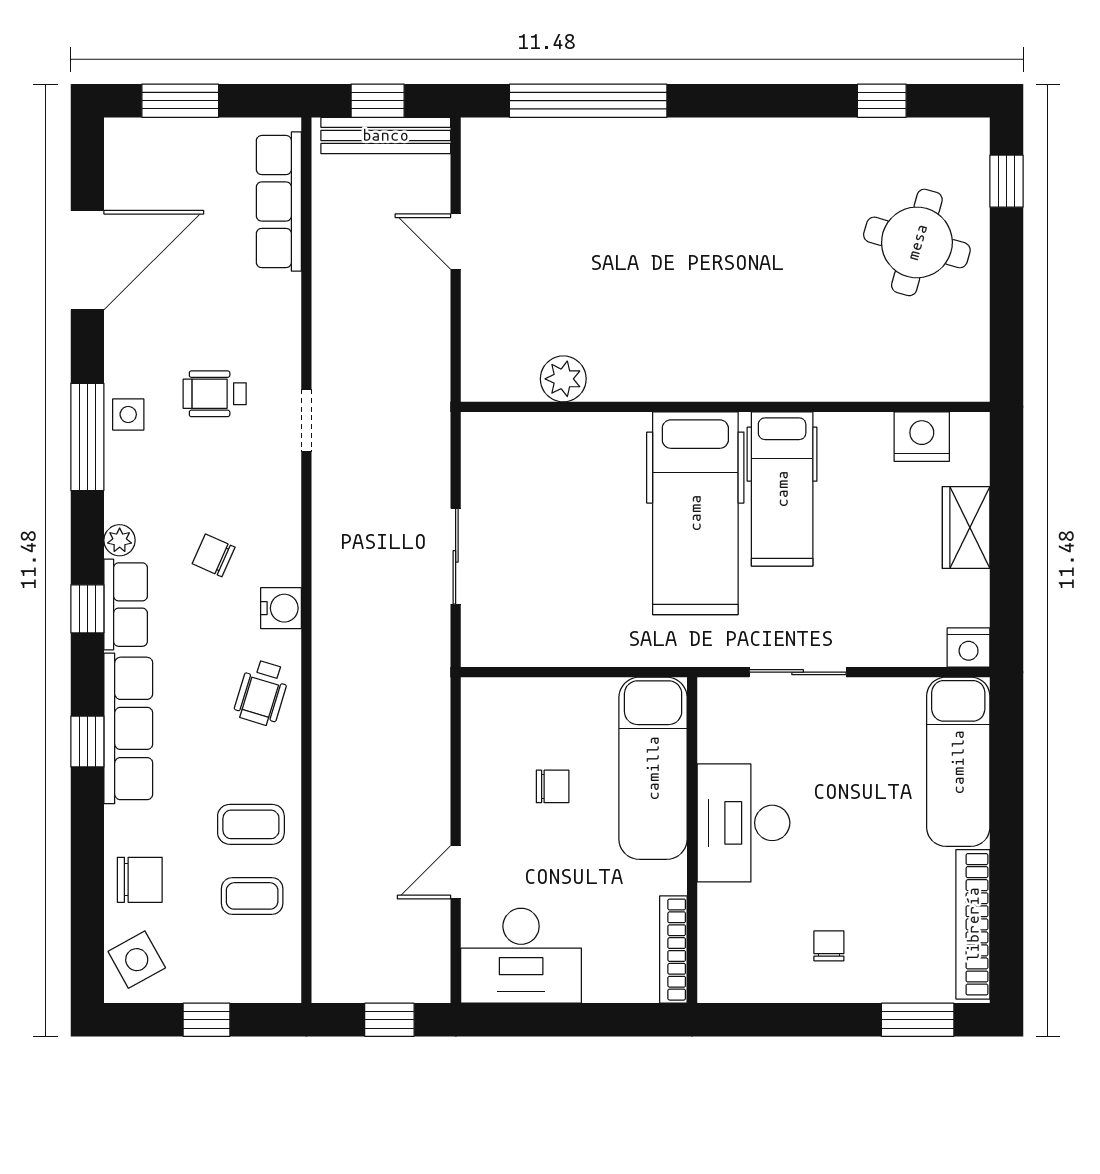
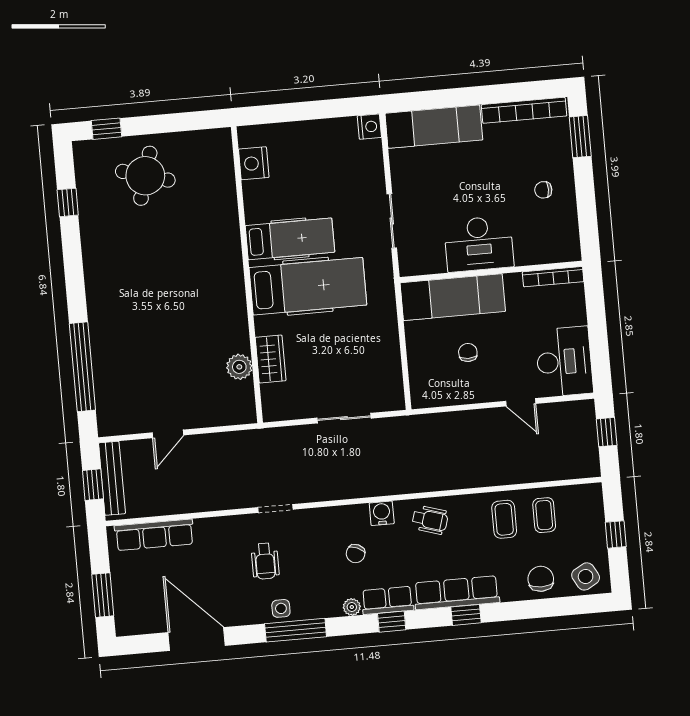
wardrobe: (966, 527) -> (271, 359), moved, turned -90

